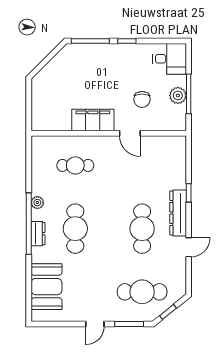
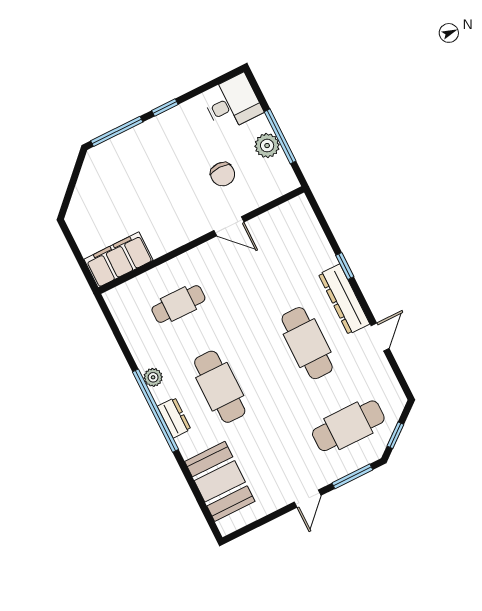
filing cabinet: (93, 120) -> (118, 260), moved

